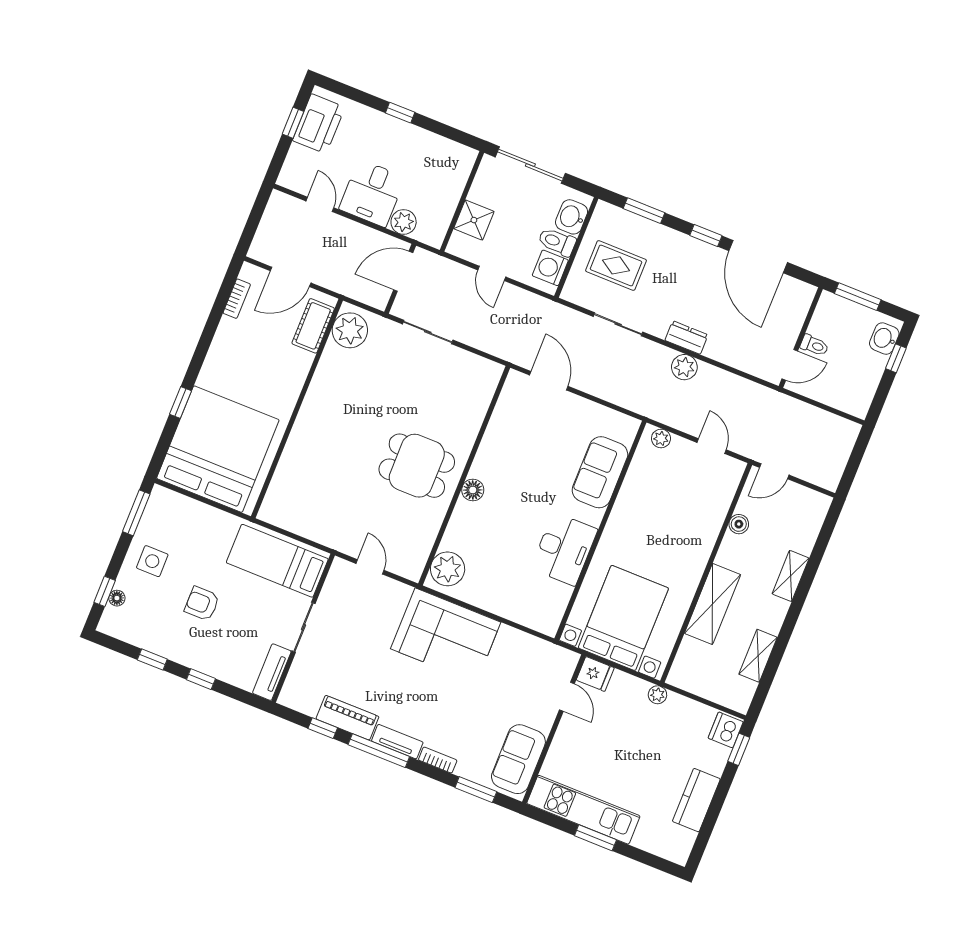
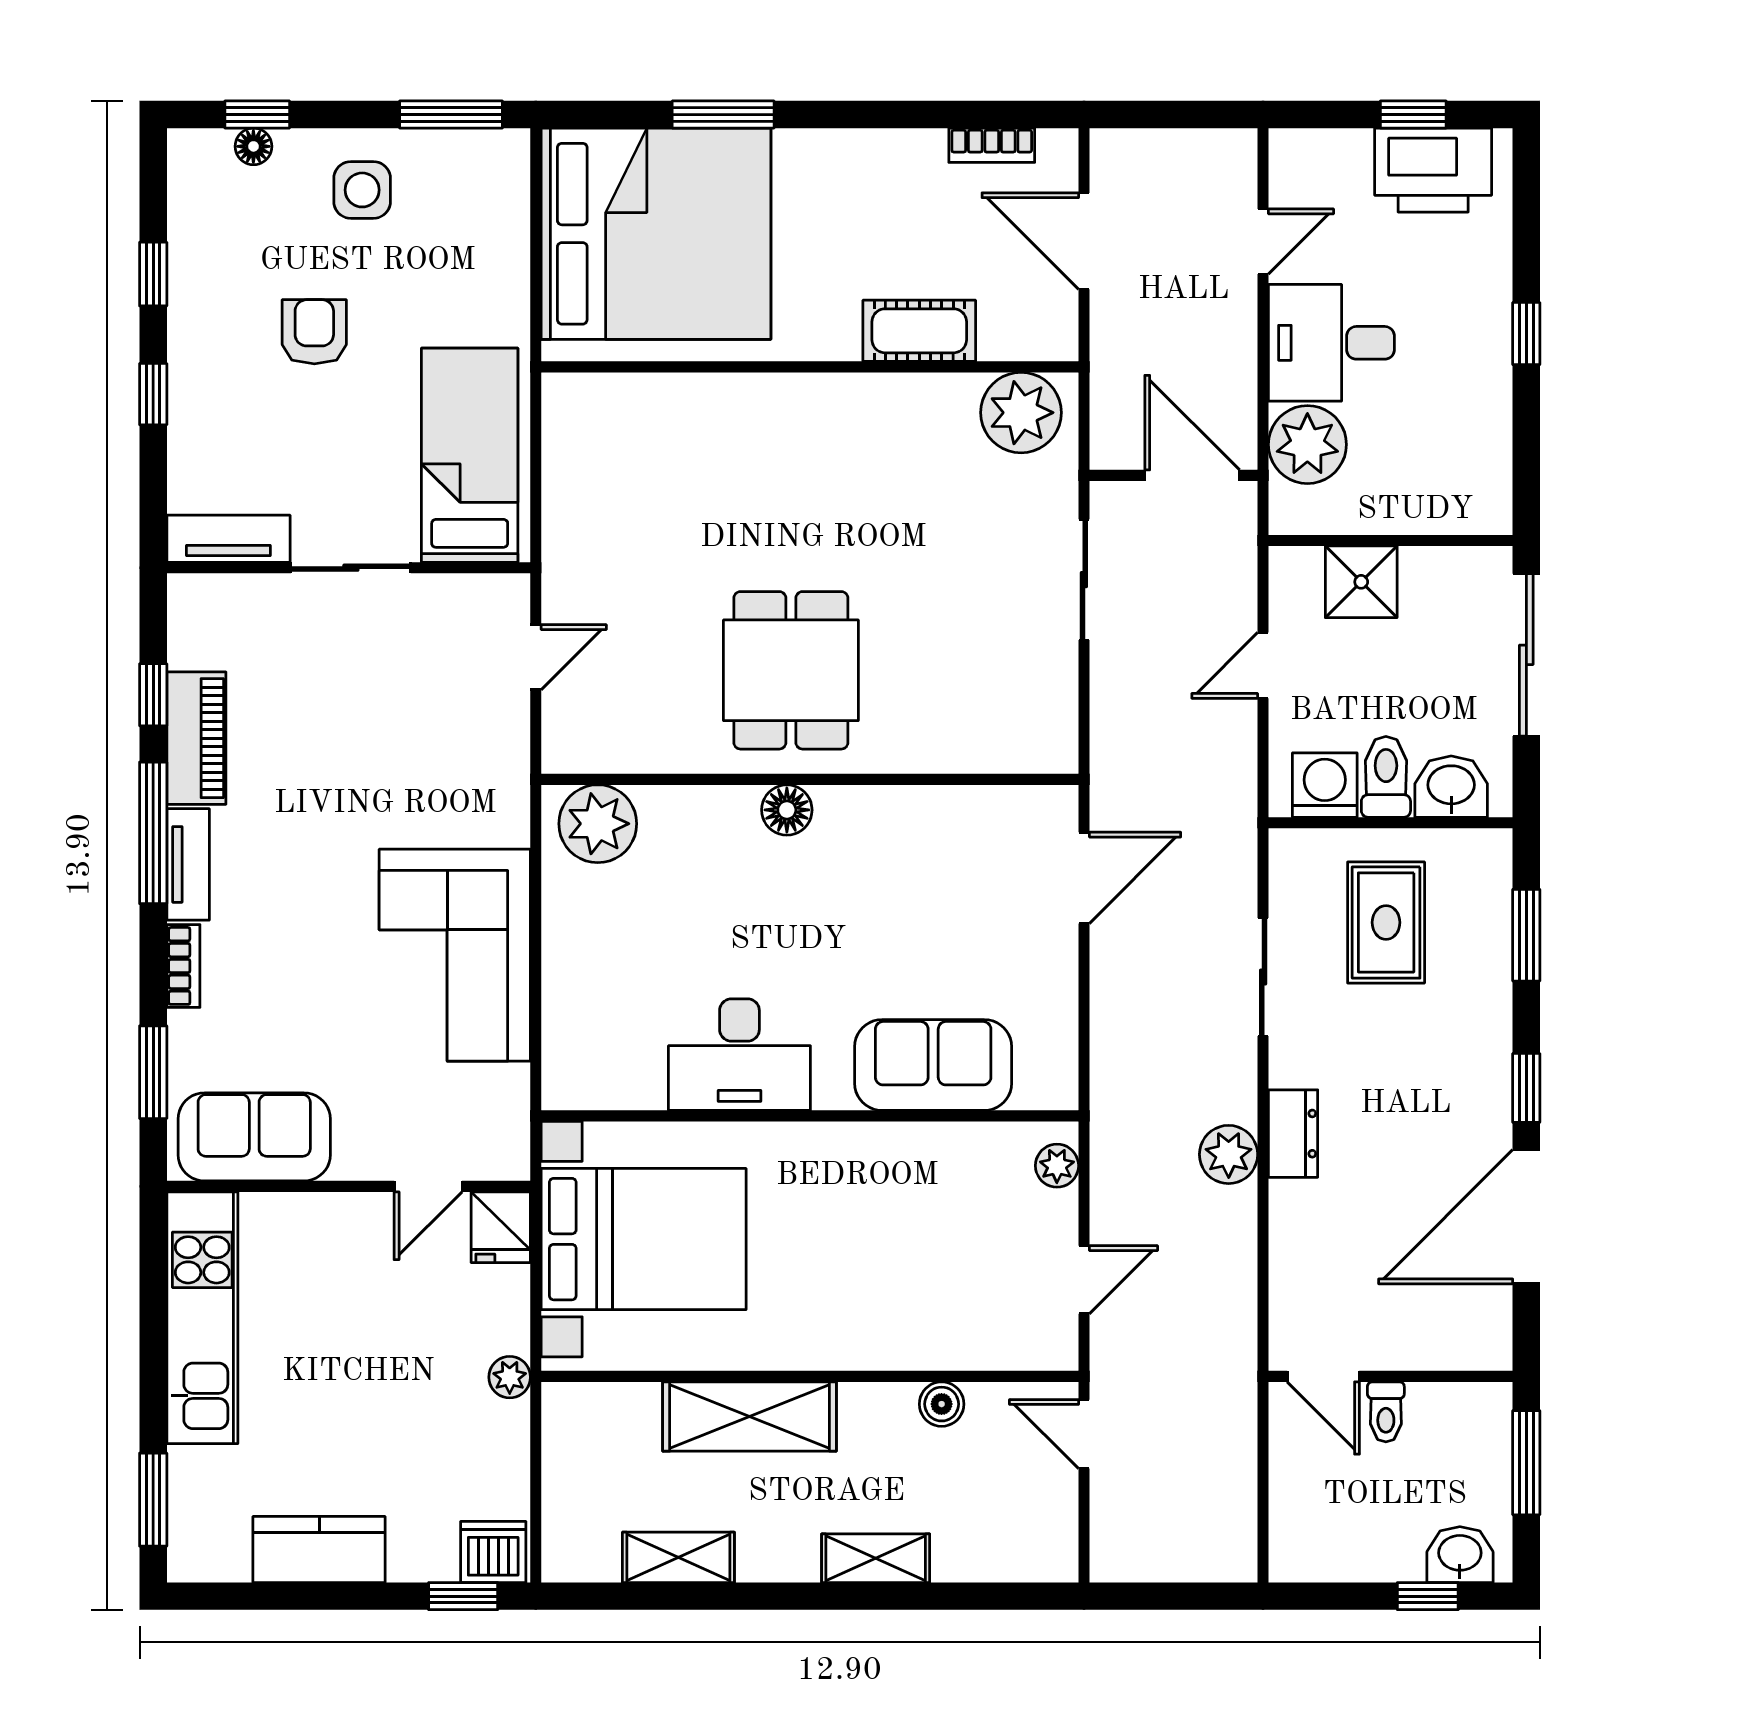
plant: (404, 222) -> (1307, 445), width x1.36, depth x1.36
cot: (313, 326) -> (919, 331), moved
window: (180, 403) -> (723, 115), width x1.50
corner sofa: (446, 635) -> (455, 955), moved
window: (595, 838) -> (153, 1500), moved

